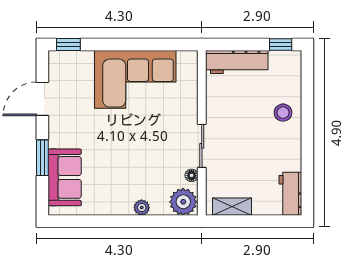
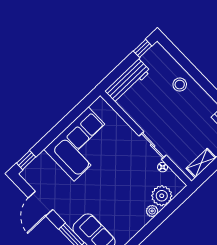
plant: (183, 202) -> (162, 196), moved

